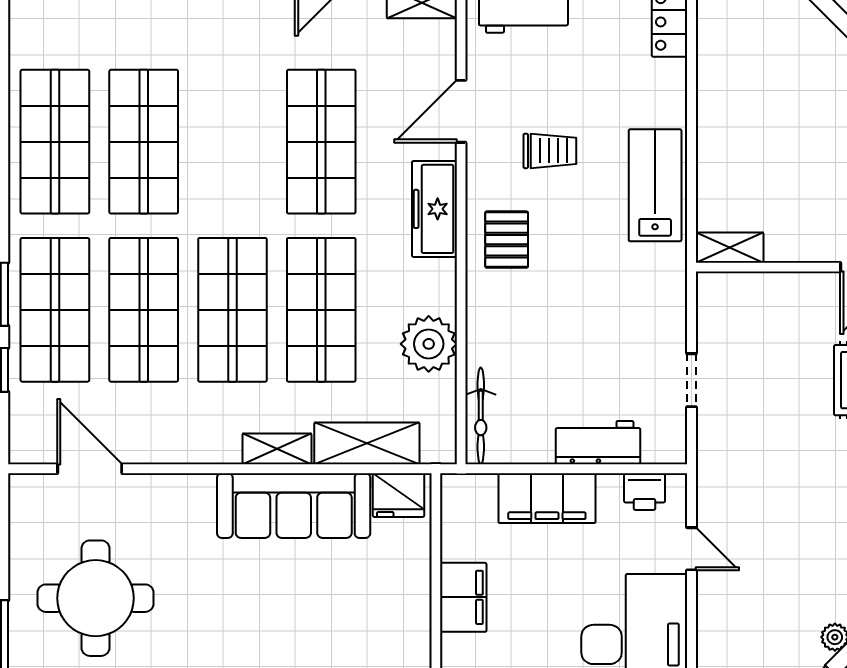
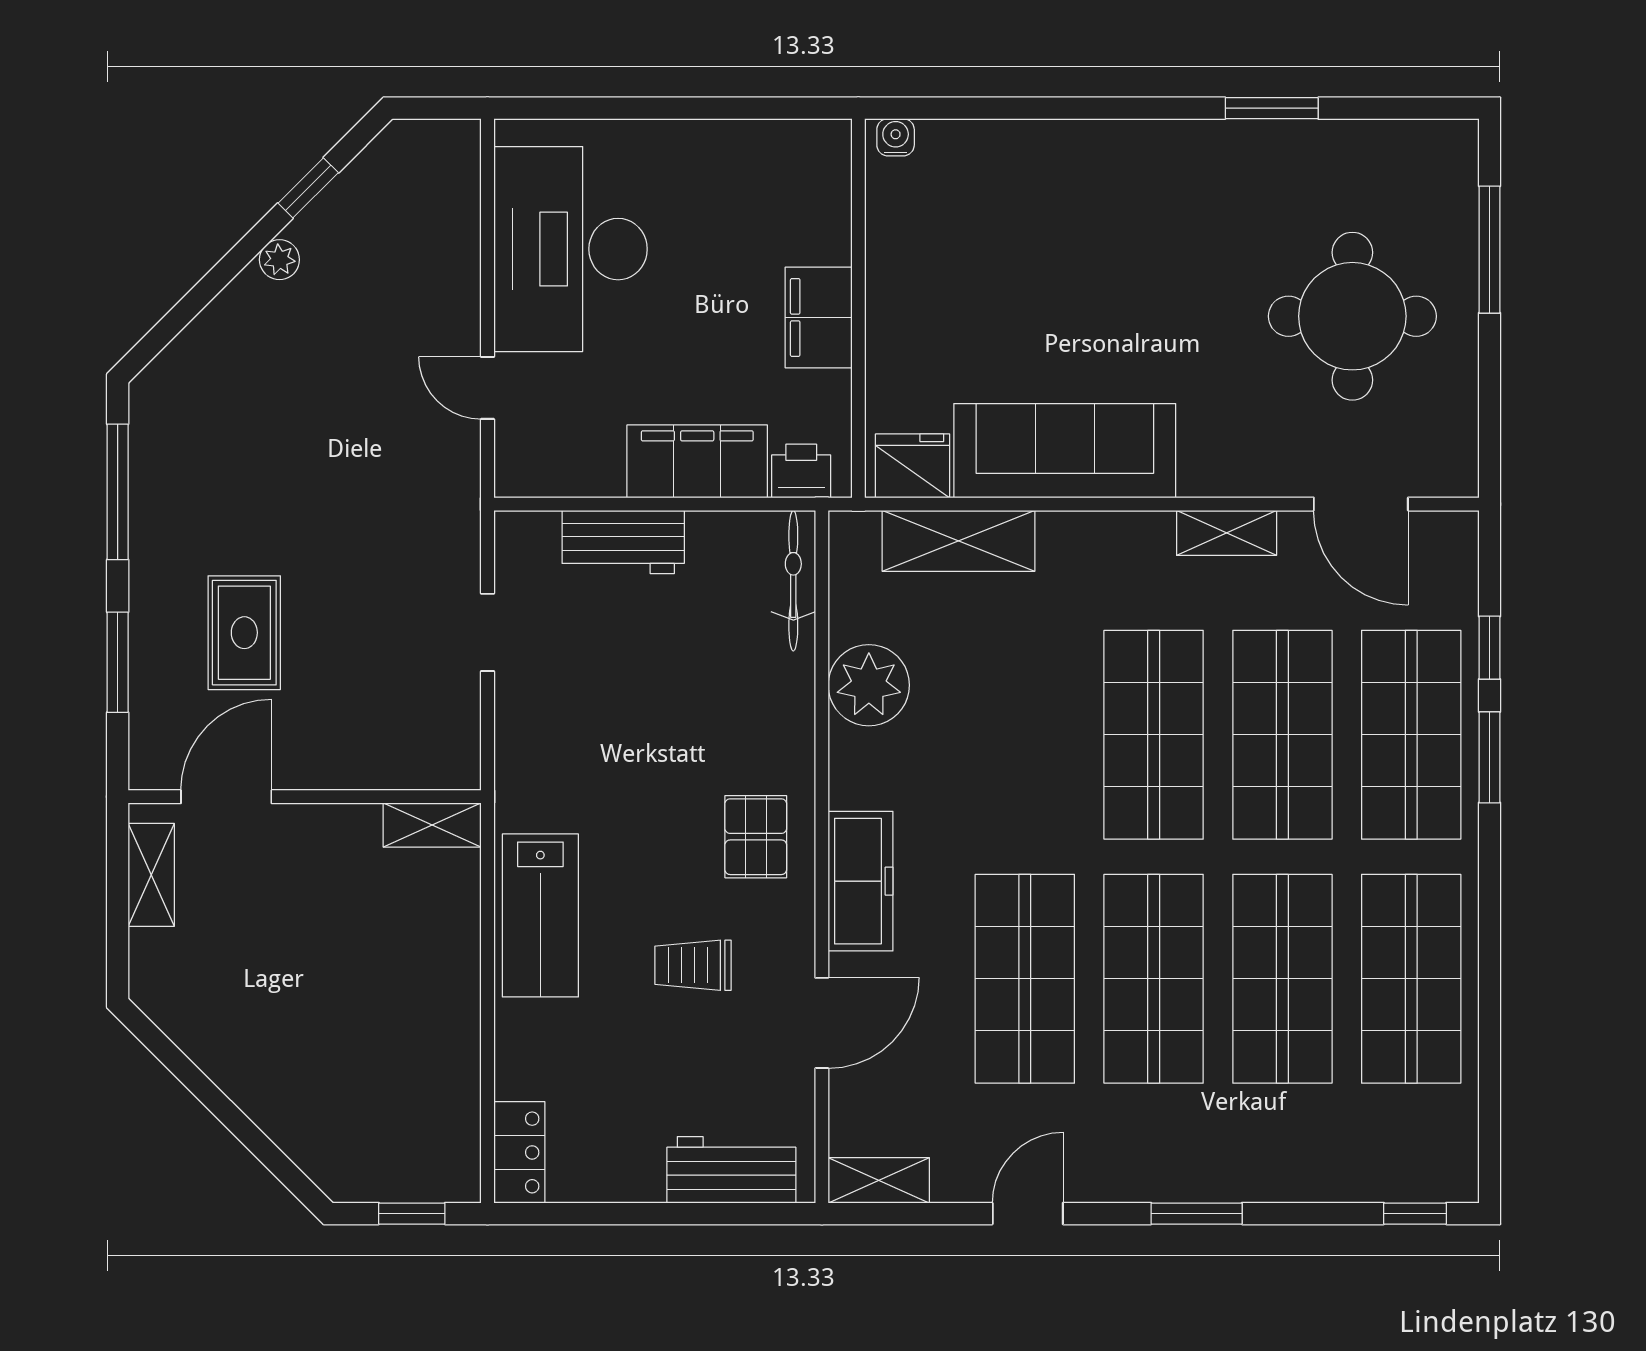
shop shelf: (321, 310) -> (1154, 979), moved
shelving: (277, 449) -> (1227, 533), moved
printer: (645, 492) -> (801, 471), moved

